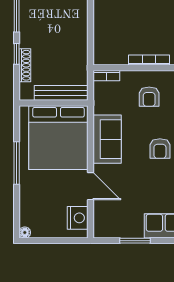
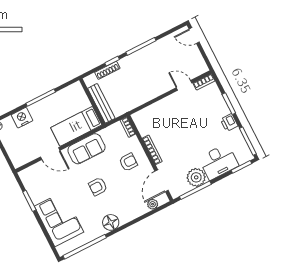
armchair: (149, 97) -> (128, 162), turned 180
bed: (58, 138) -> (76, 126), width x0.49
door: (91, 186) -> (50, 154), hinge flipped
nightstand: (78, 218) -> (22, 118), moved, turned 180

